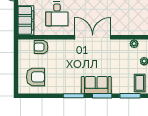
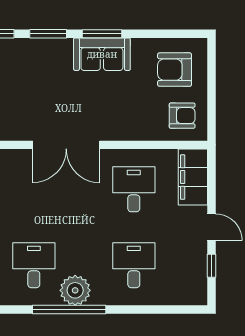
armchair: (41, 47) -> (182, 116), moved
sofa: (96, 85) -> (102, 54), moved

